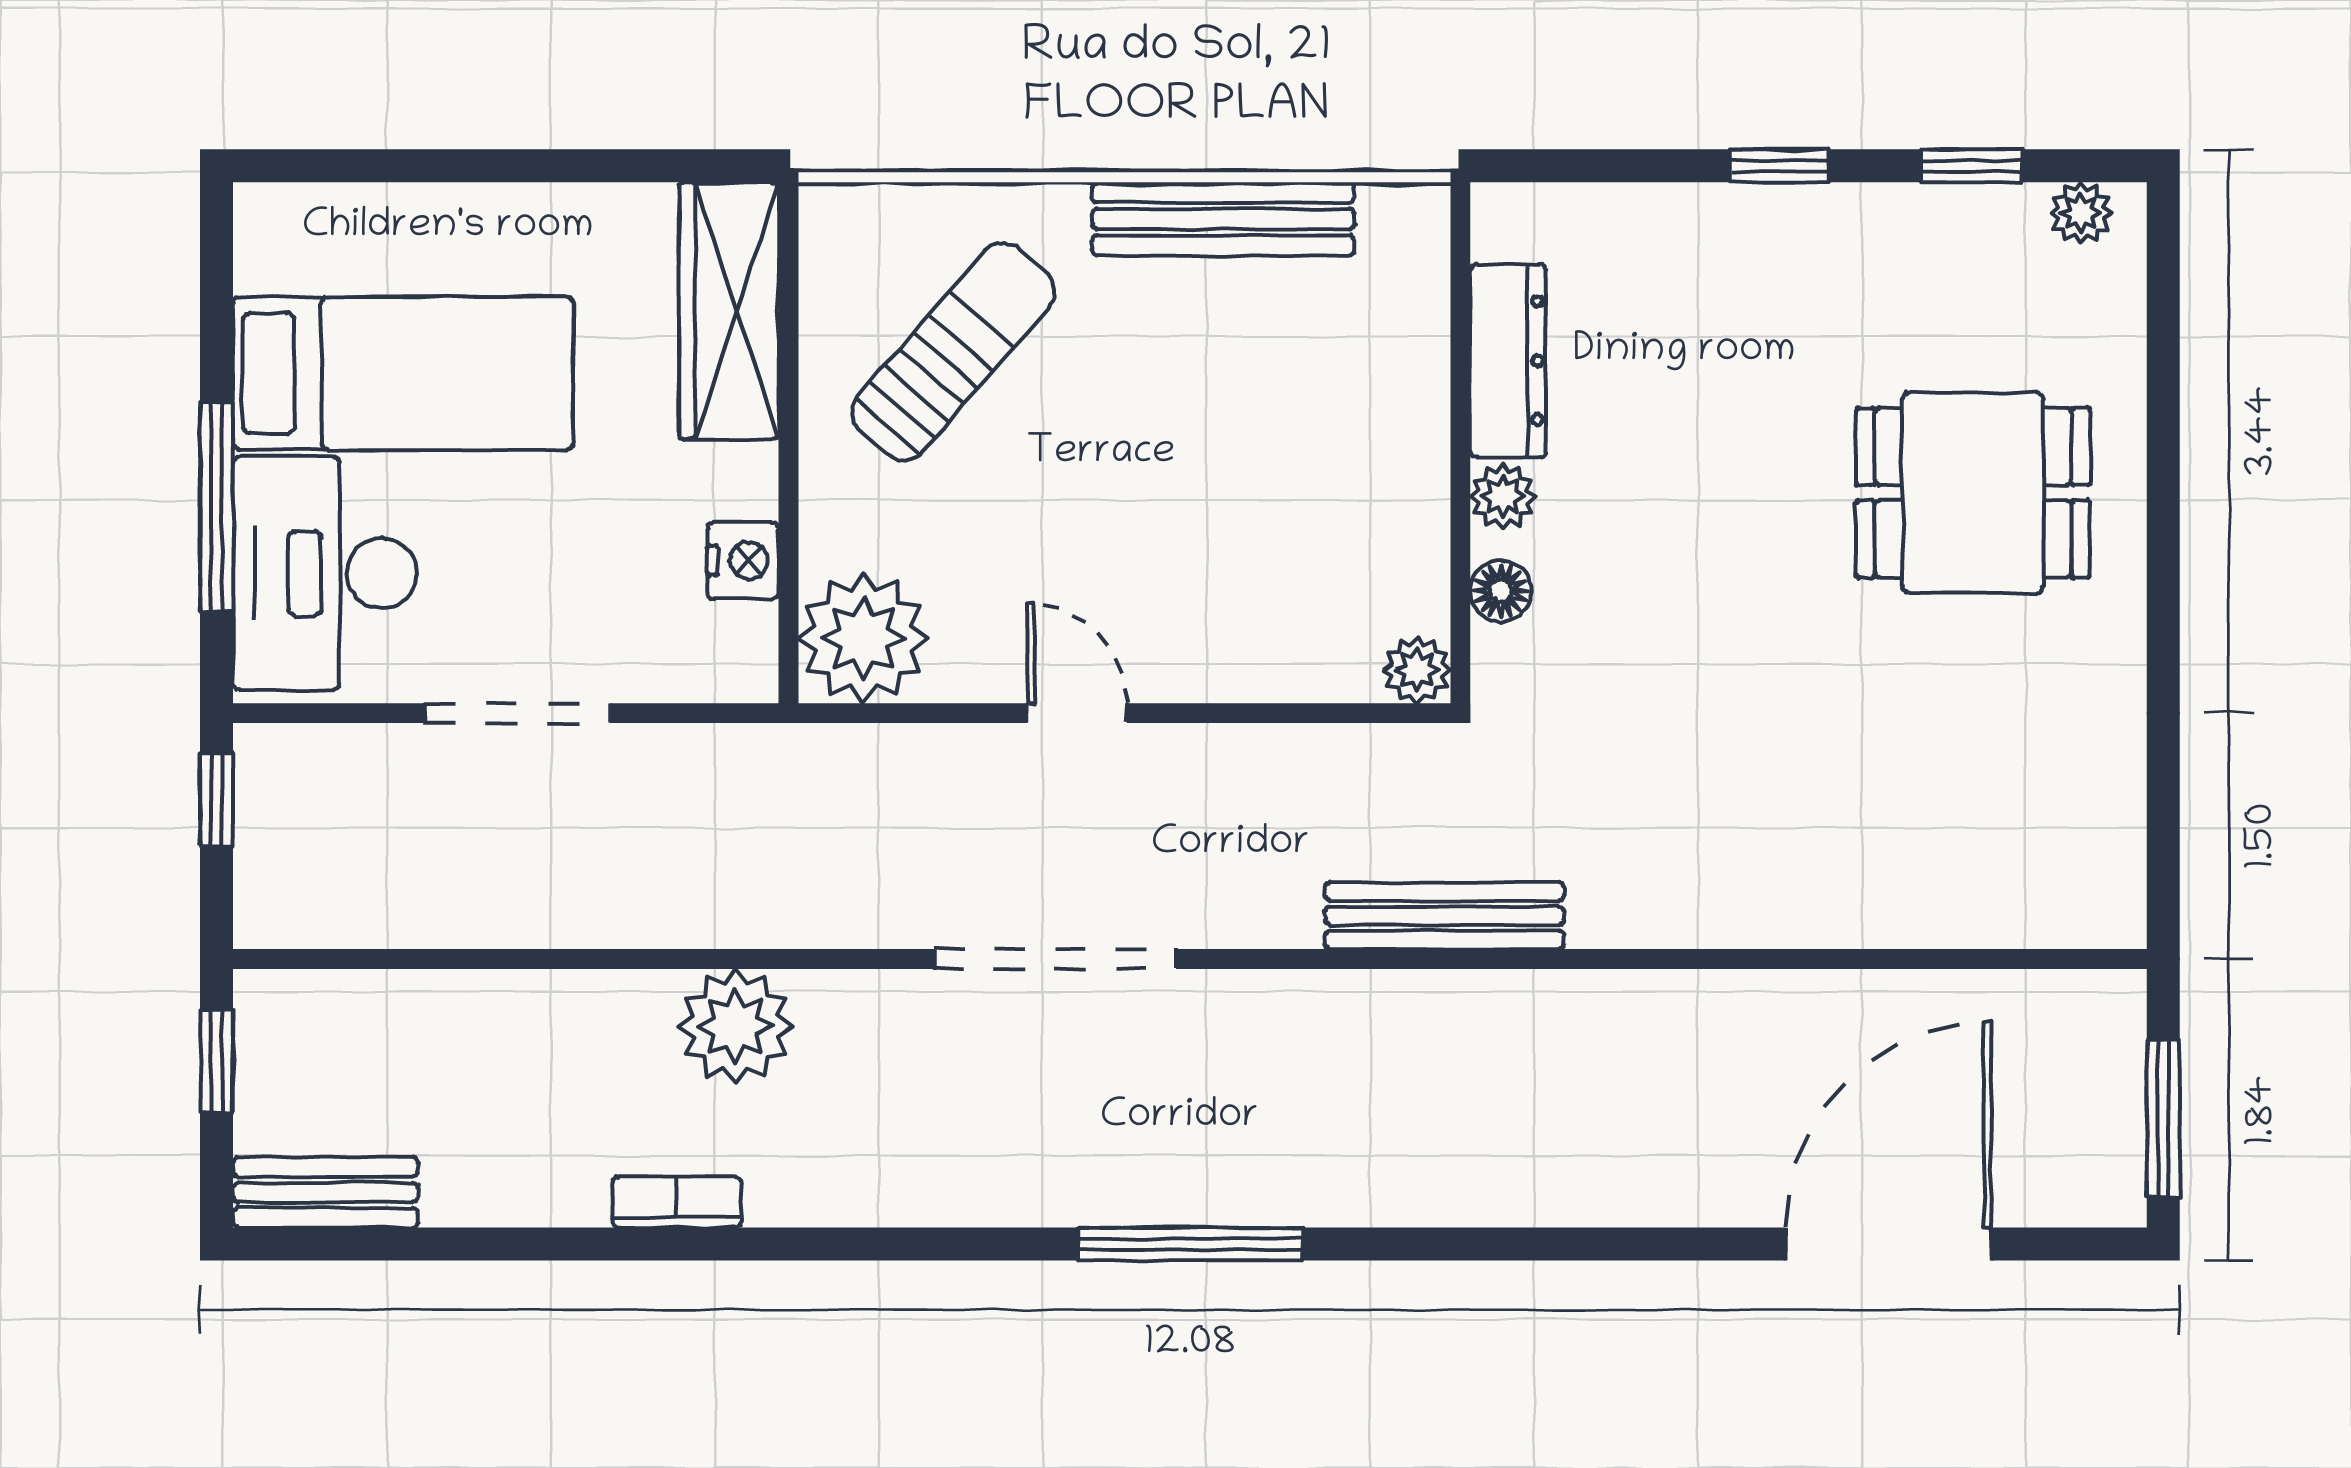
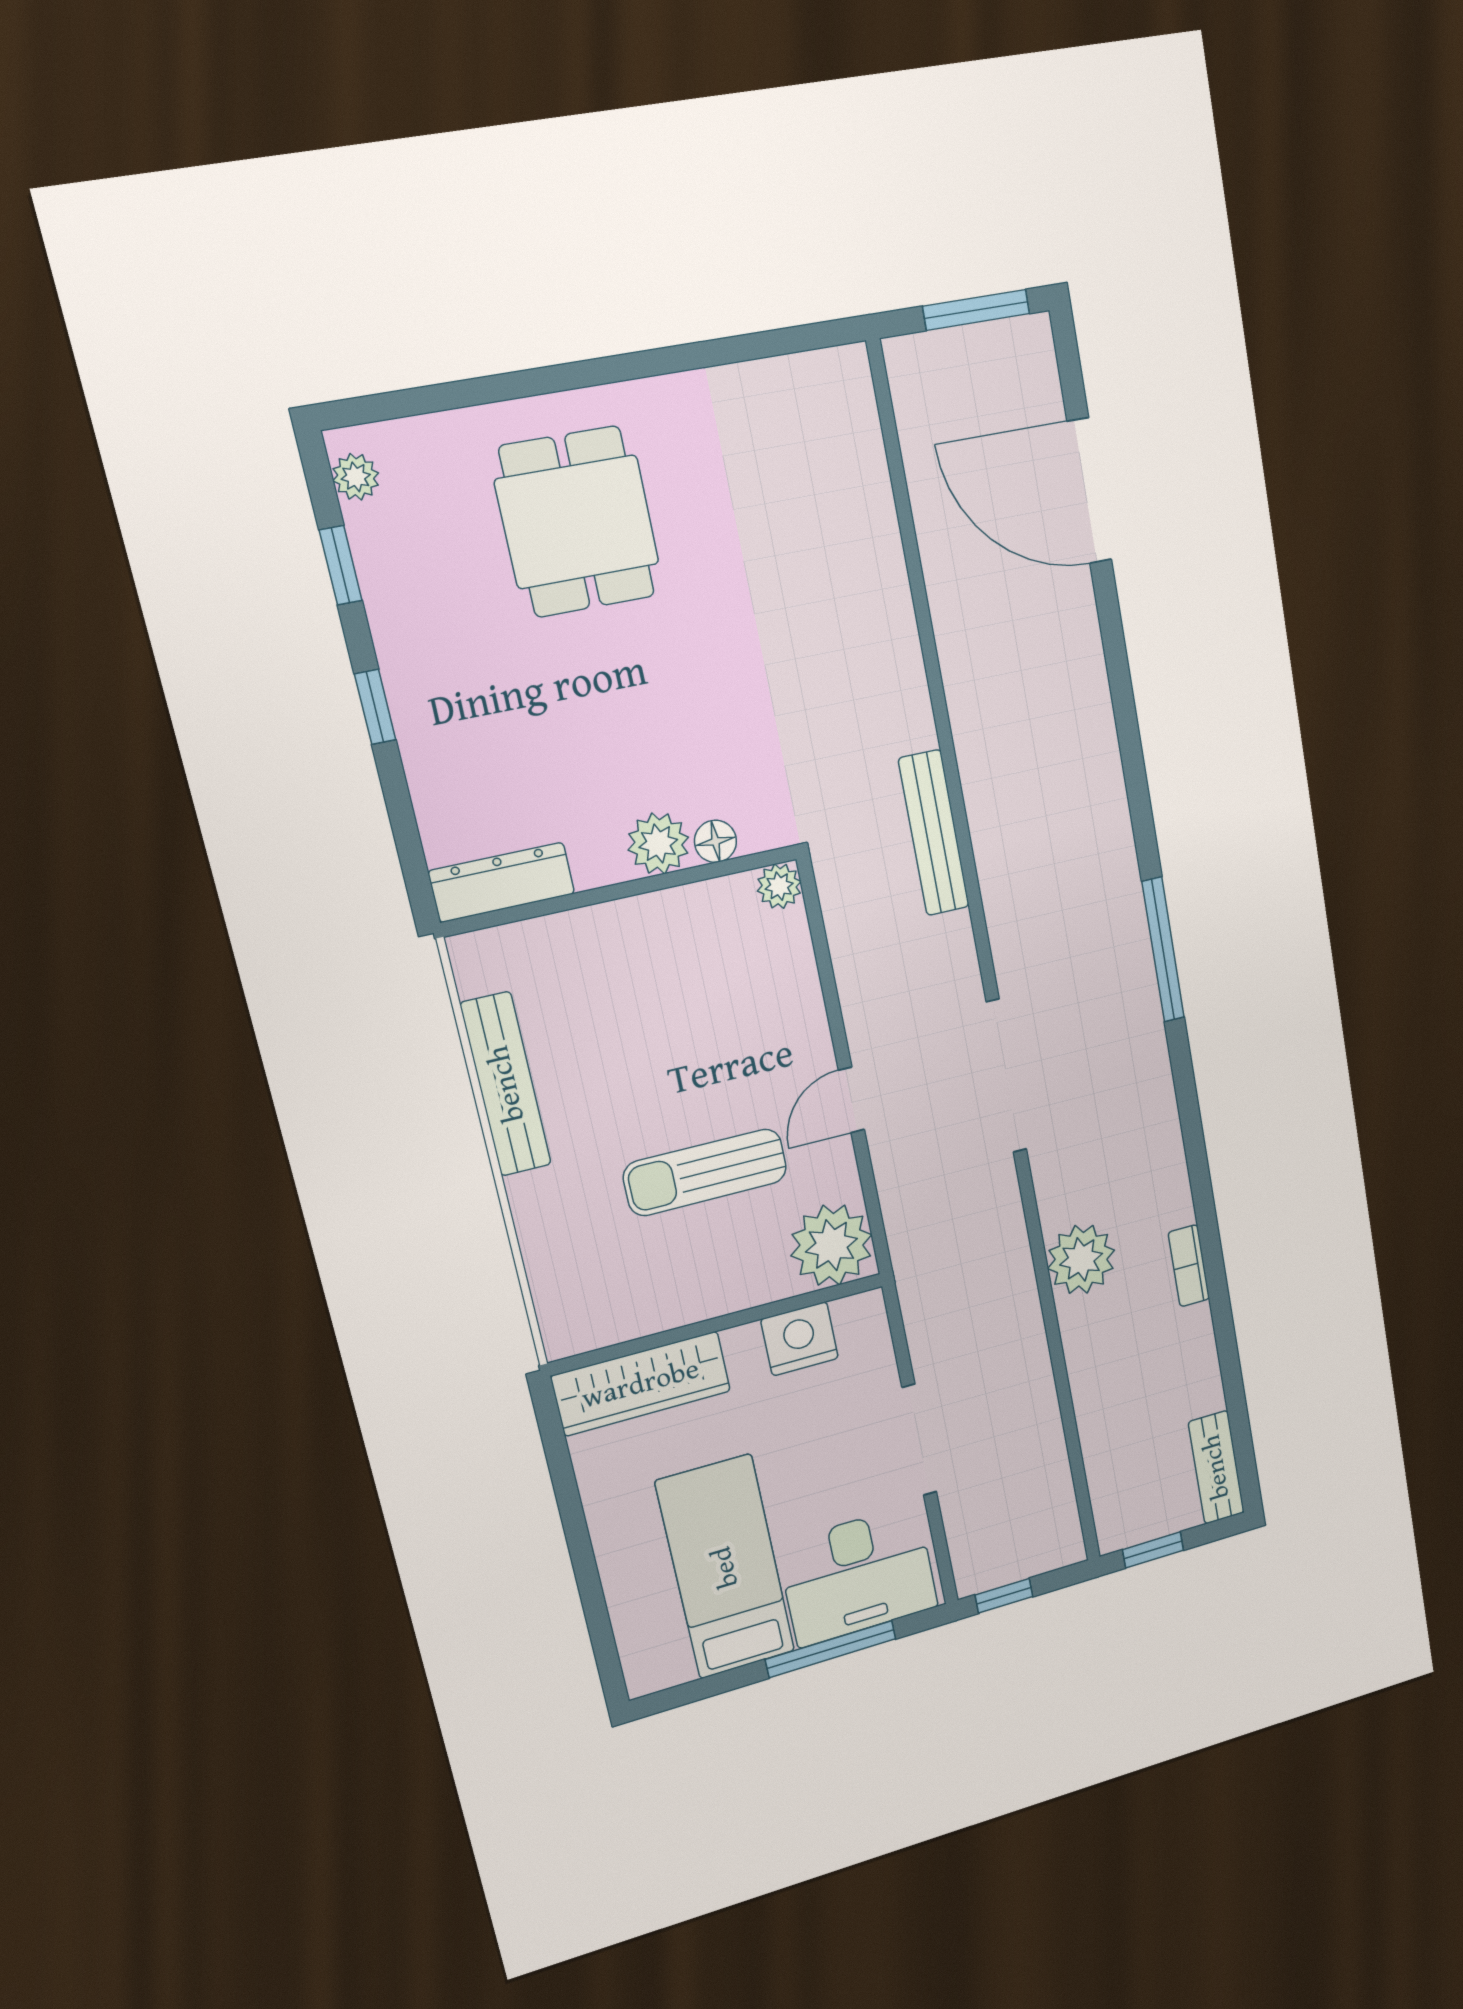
sun lounger: (953, 352) -> (705, 1172), moved, turned -41
dresser: (1508, 361) -> (502, 882), moved
plant: (1503, 497) -> (658, 844), width x1.38, depth x1.38
nightstand: (743, 561) -> (800, 1339), width x1.36, depth x1.33

